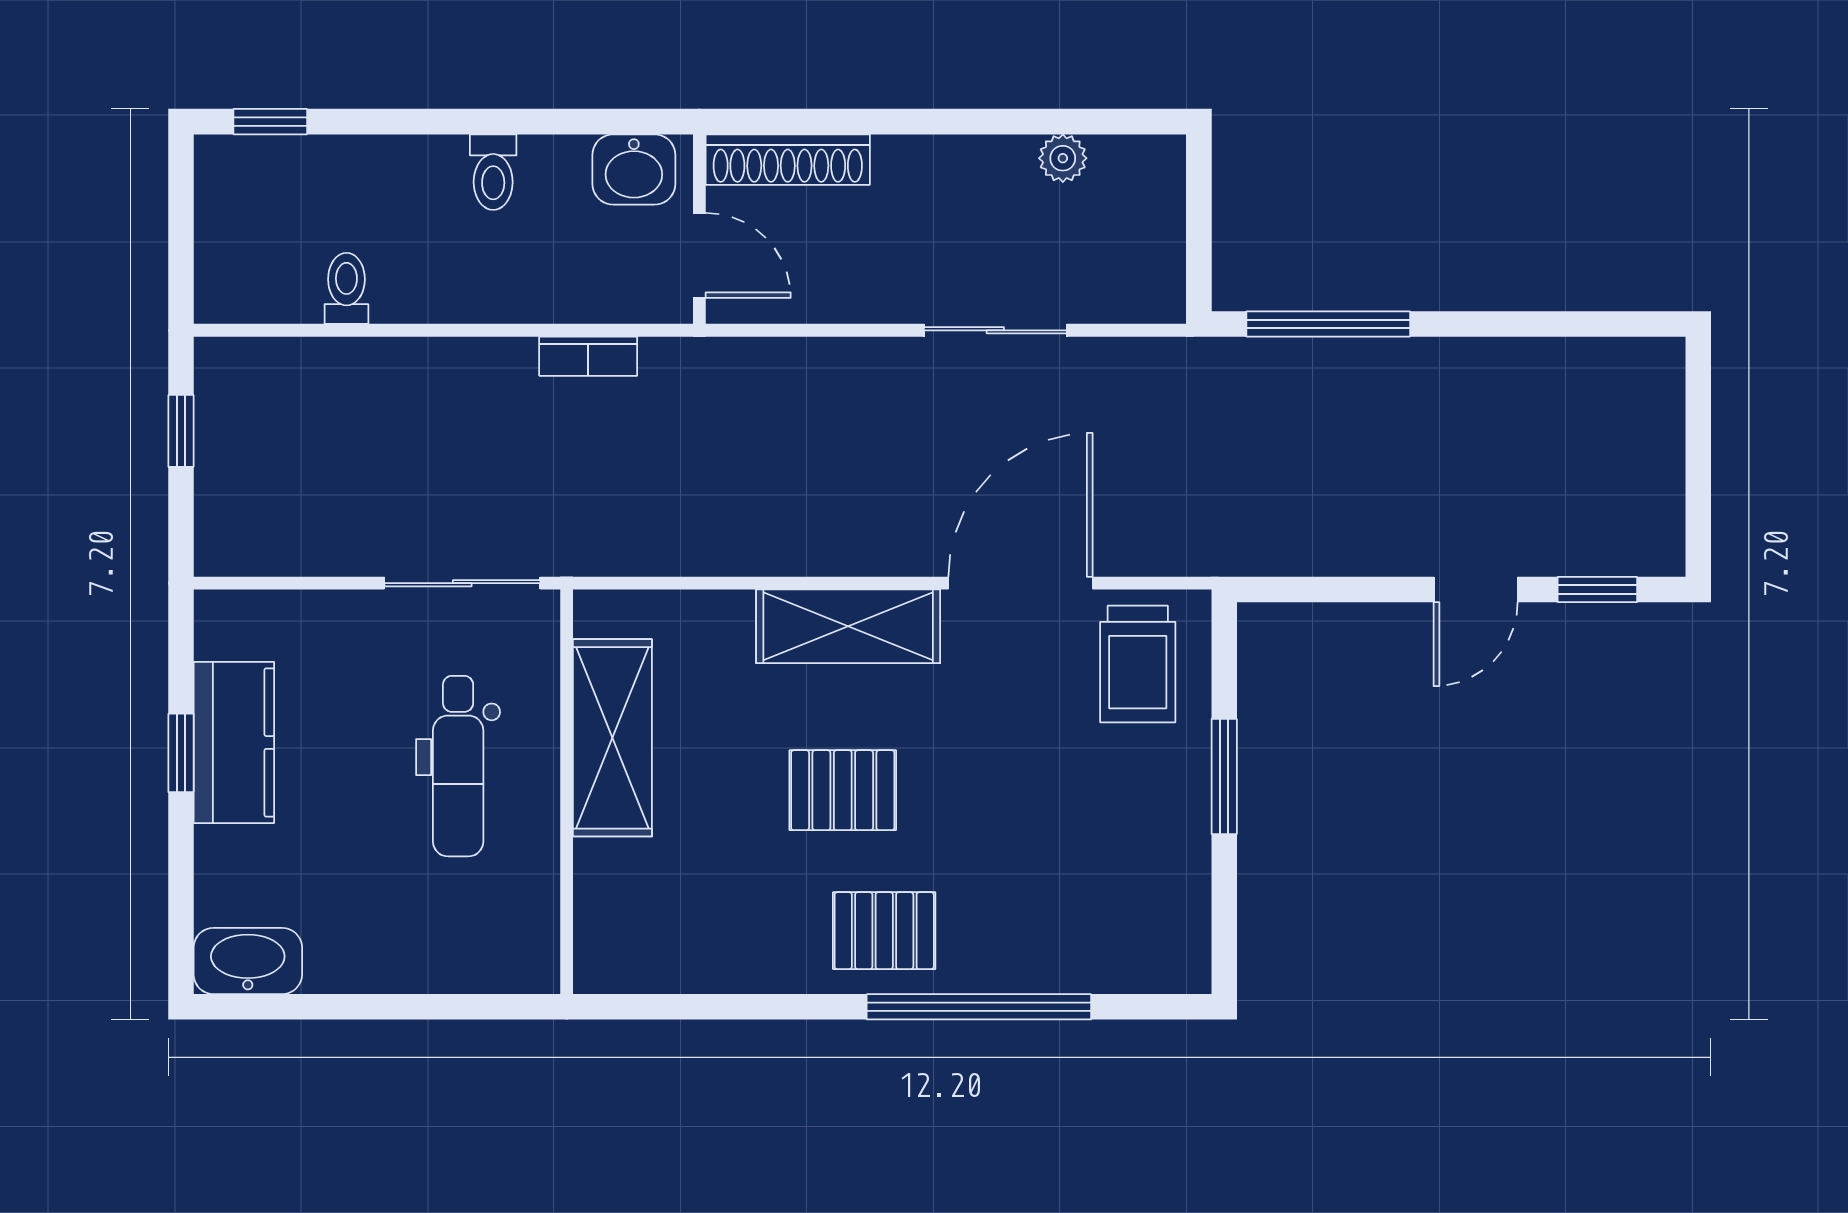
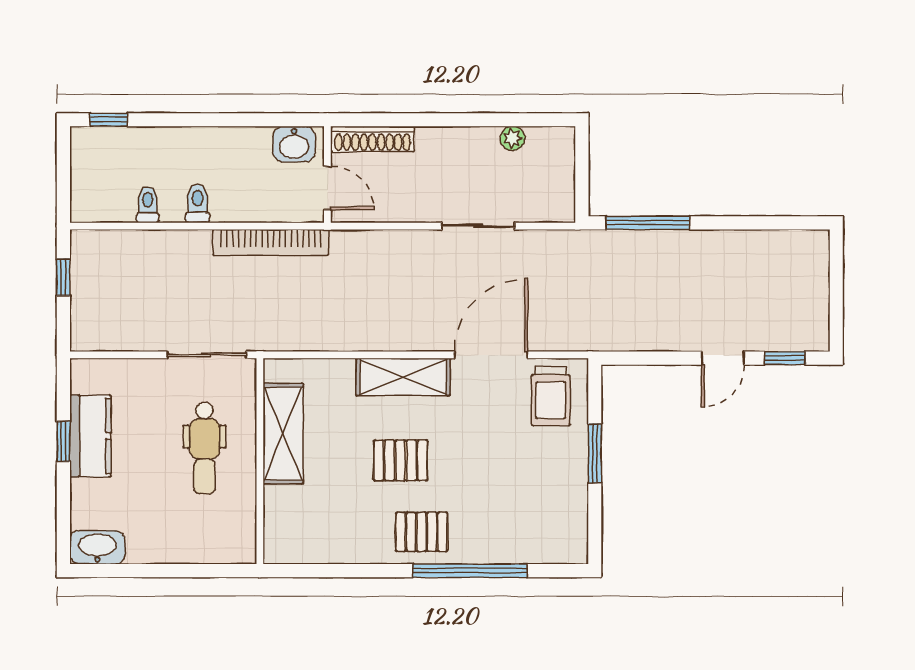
toilet: (493, 172) -> (197, 204), moved, turned 180
bookcase: (588, 356) -> (271, 242), width x2.31, depth x1.31

